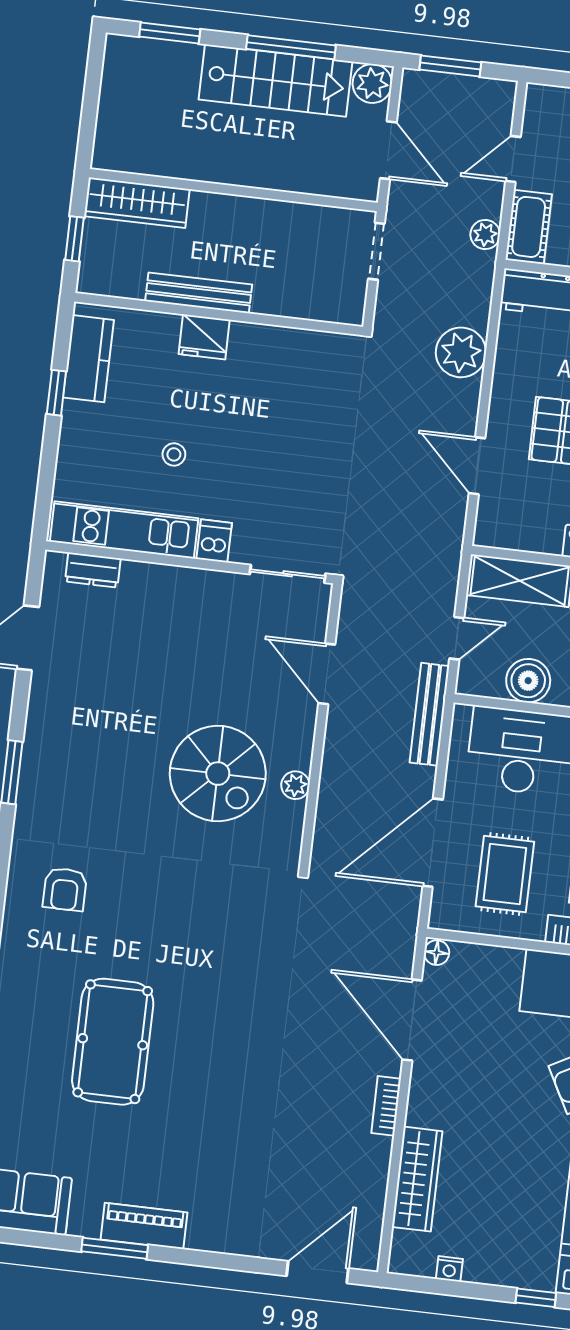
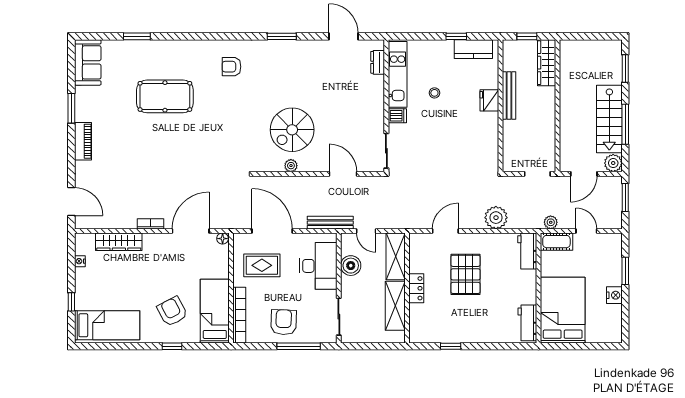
door: (327, 674) -> (343, 174), hinge flipped
piano: (144, 1226) -> (83, 141), moved

